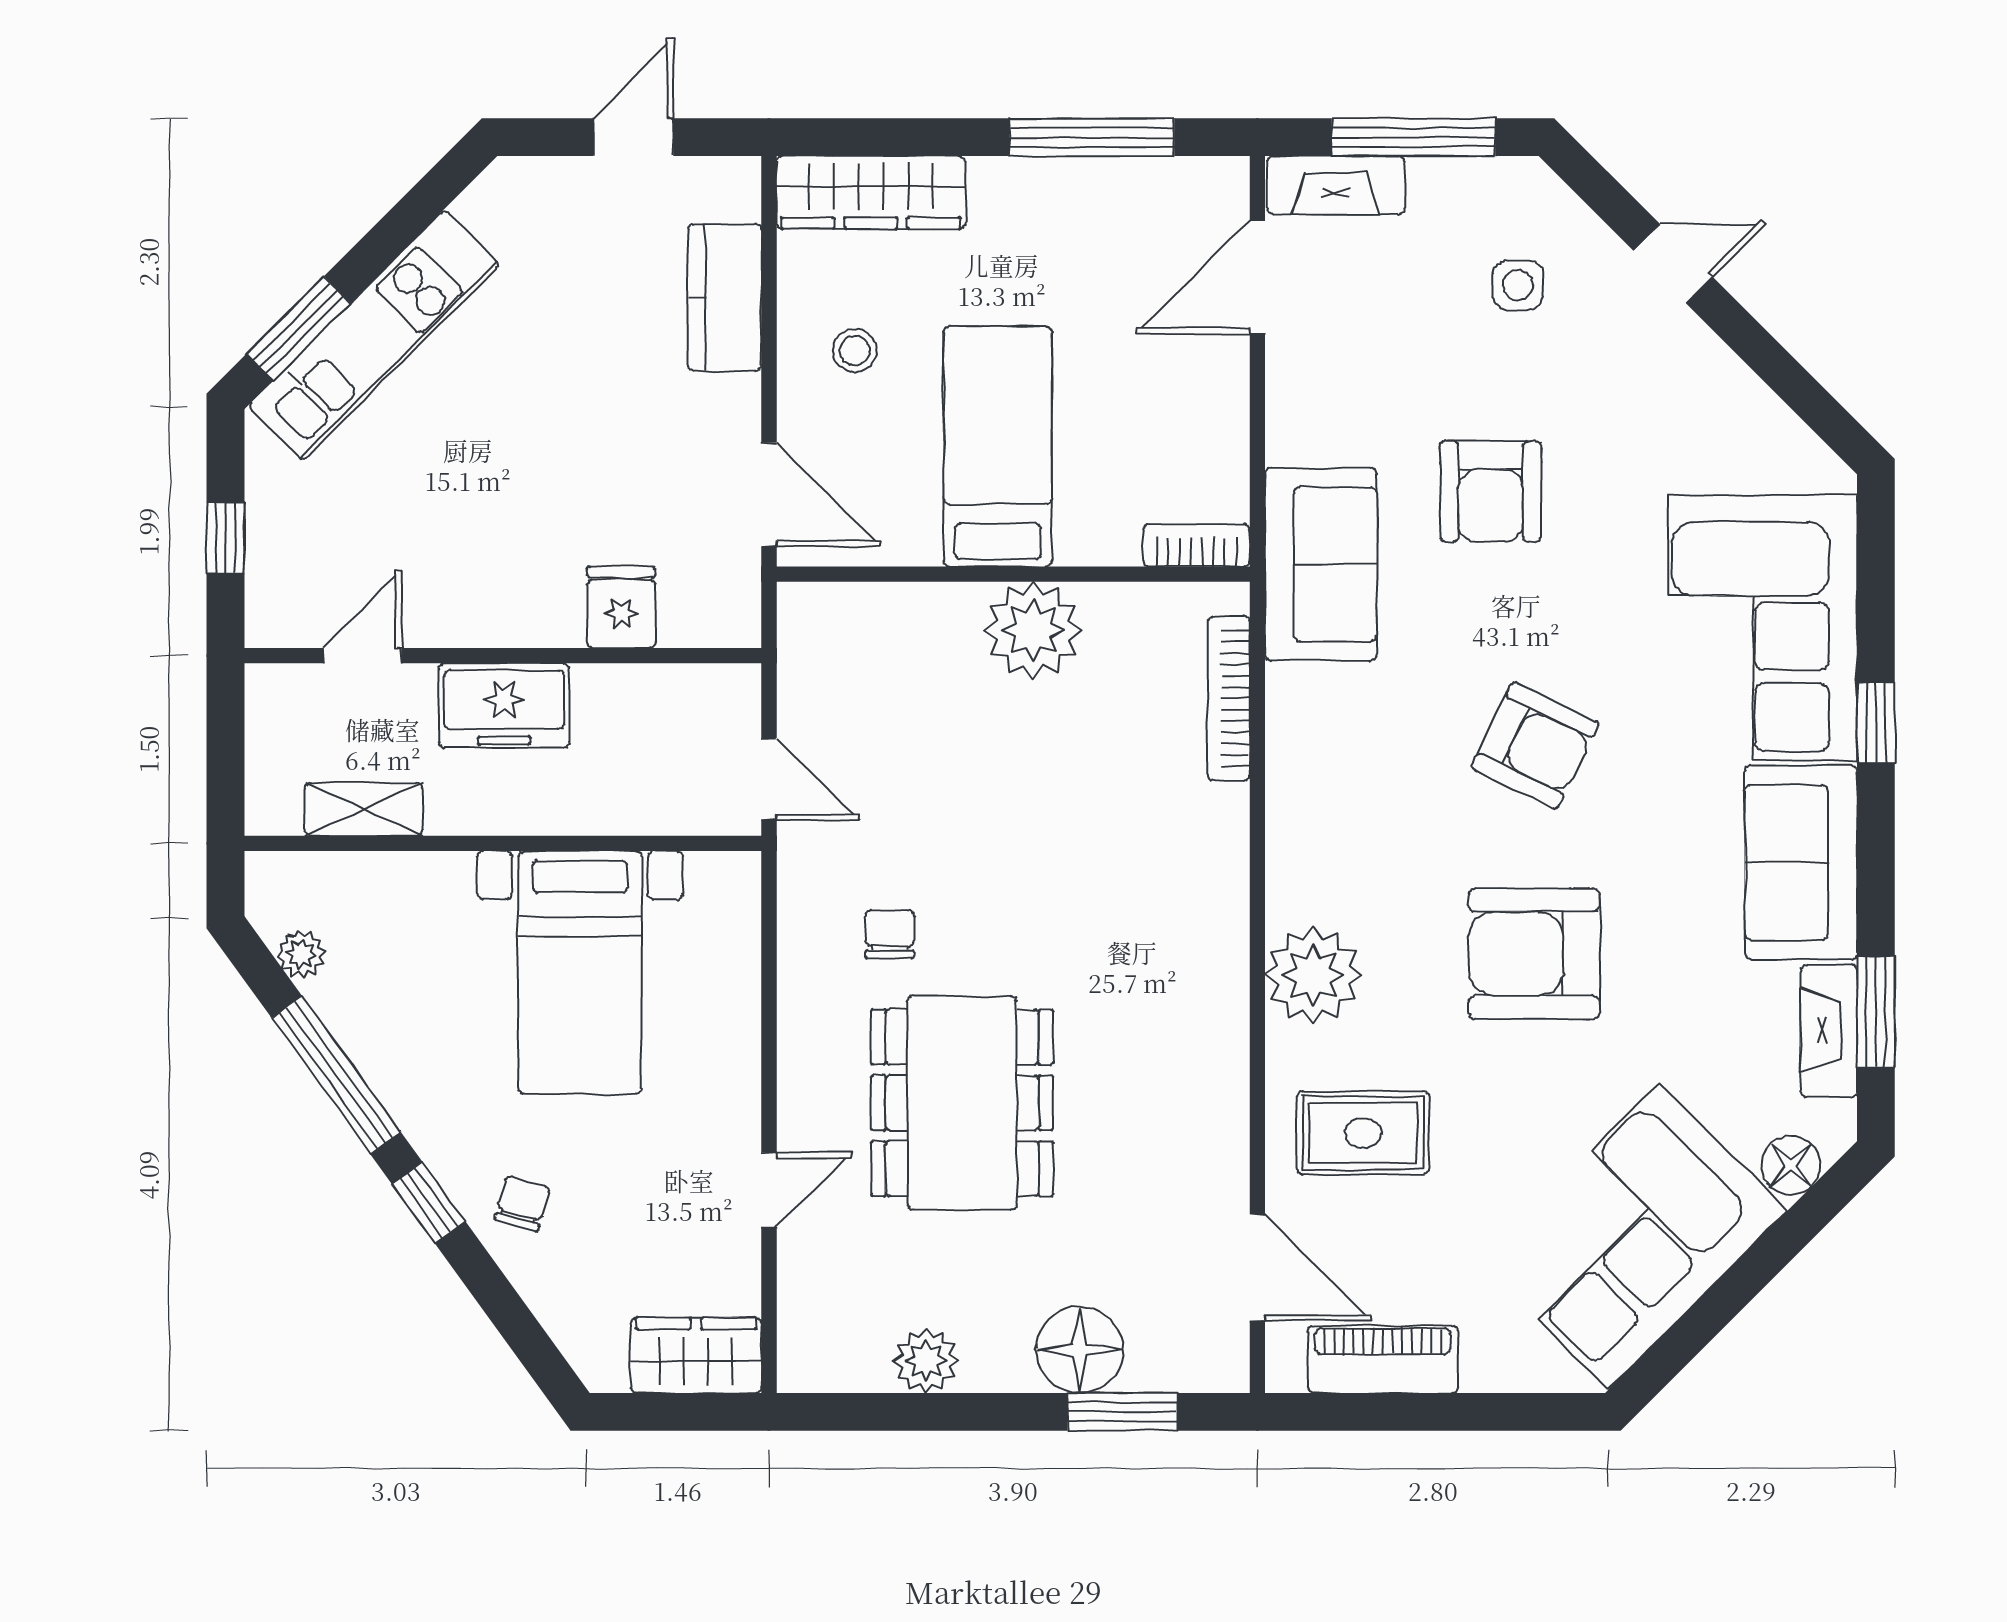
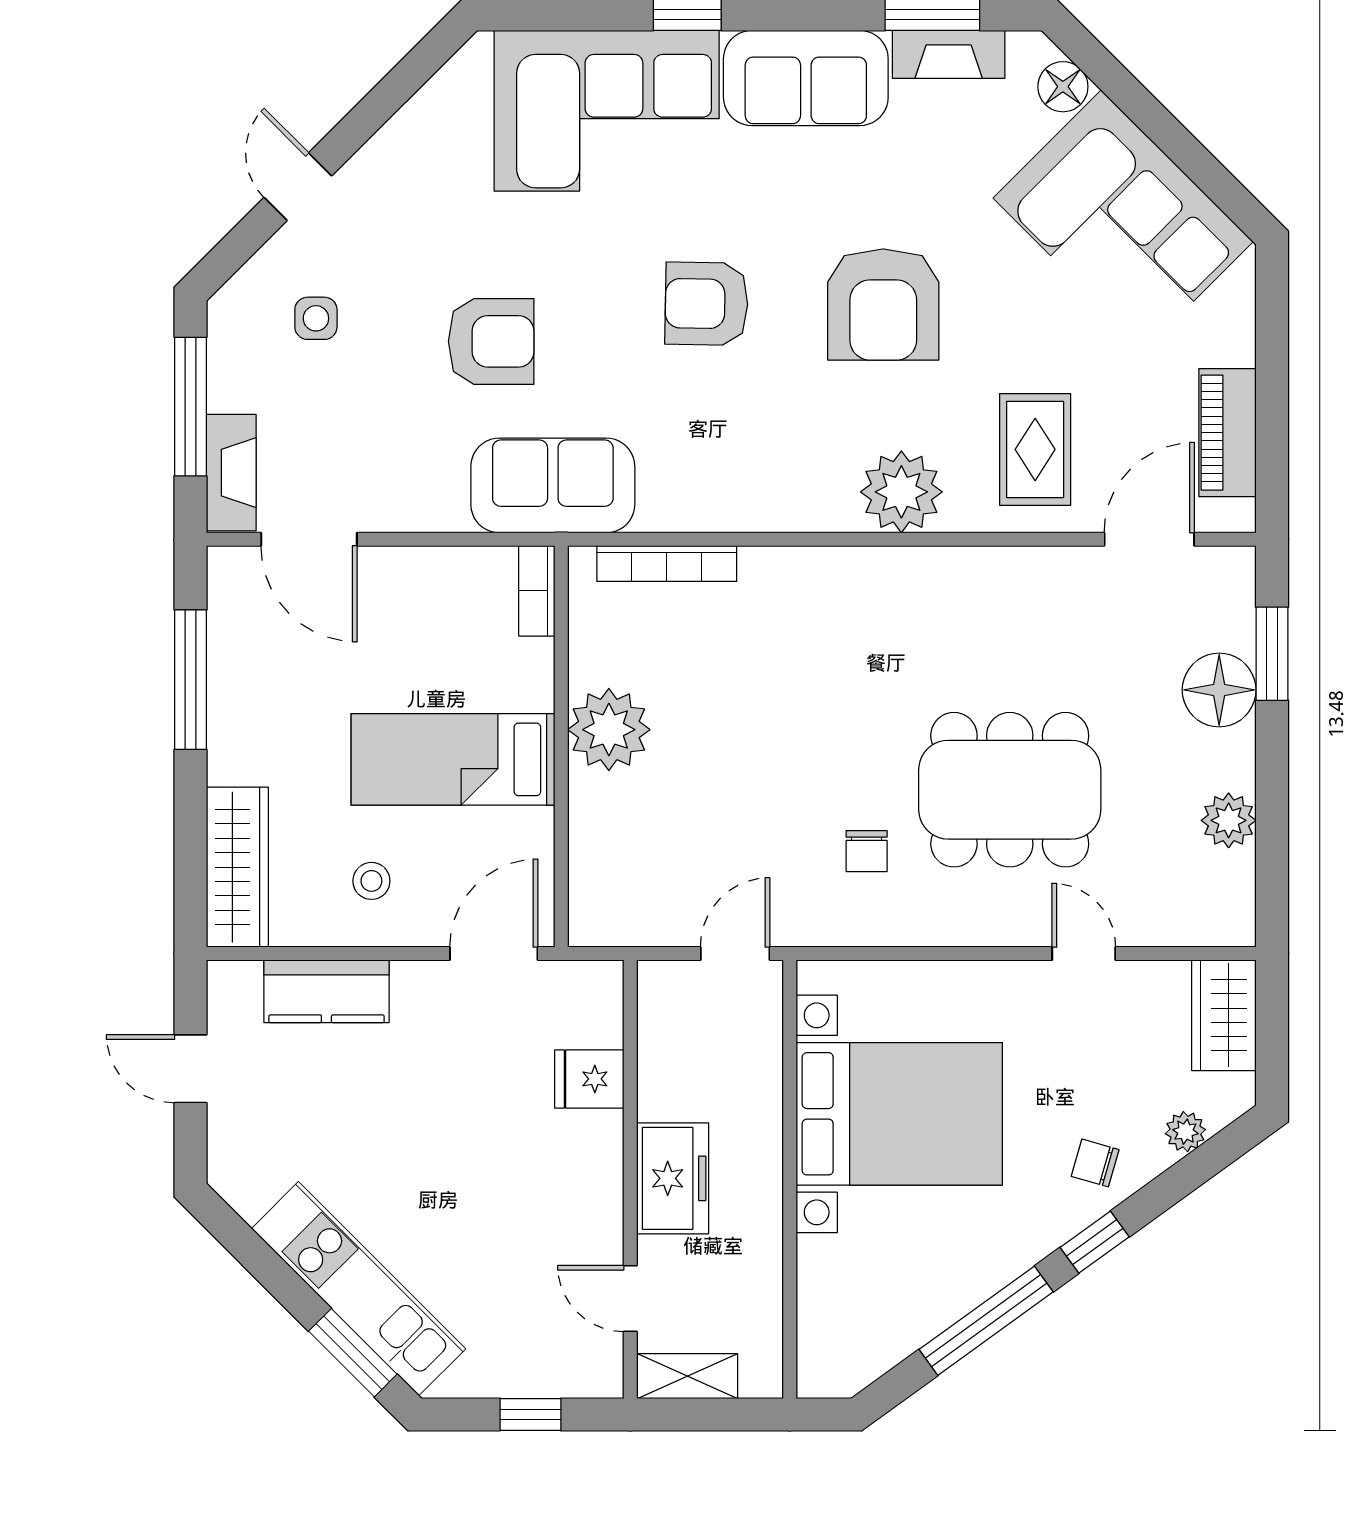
armchair: (1535, 745) -> (707, 304), turned -115
shelving: (364, 809) -> (687, 1376), moved, turned 90
chair: (890, 934) -> (867, 851), turned -90
plant: (301, 954) -> (1185, 1132), moved
bed with nightstands: (580, 973) -> (899, 1114), width x1.36

